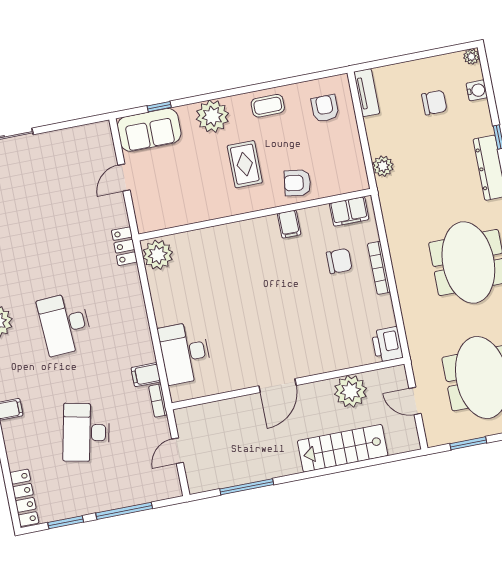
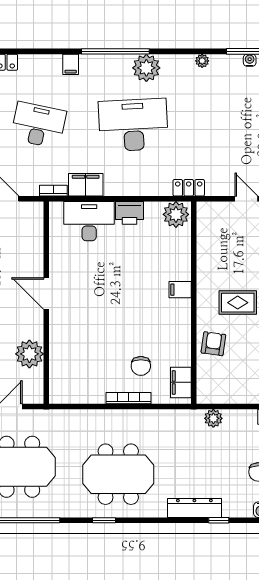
filing cabinet: (289, 224) -> (180, 290), moved
desk: (65, 324) -> (133, 125), width x1.36, depth x1.30
printer: (387, 344) -> (129, 213), moved, turned 180
filing cabinet: (146, 375) -> (86, 185), width x2.00

